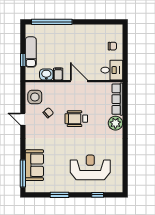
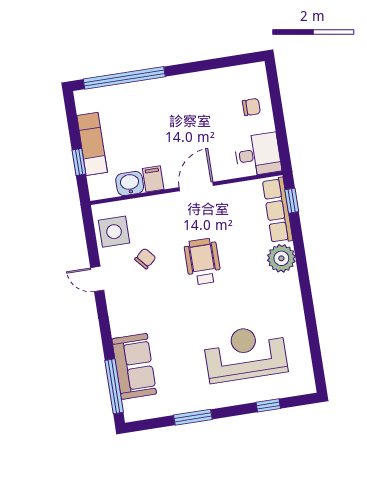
door: (79, 81) -> (196, 186), hinge flipped
window: (125, 95) -> (292, 201), added
wheelchair: (76, 119) -> (203, 262), turned 90

